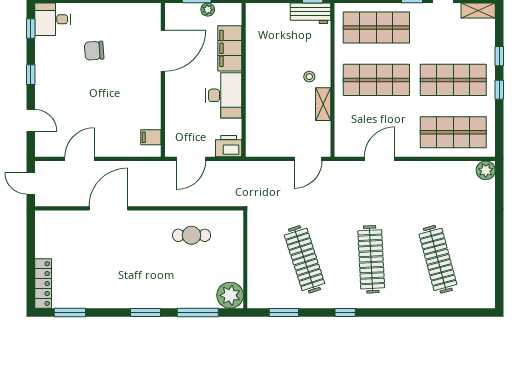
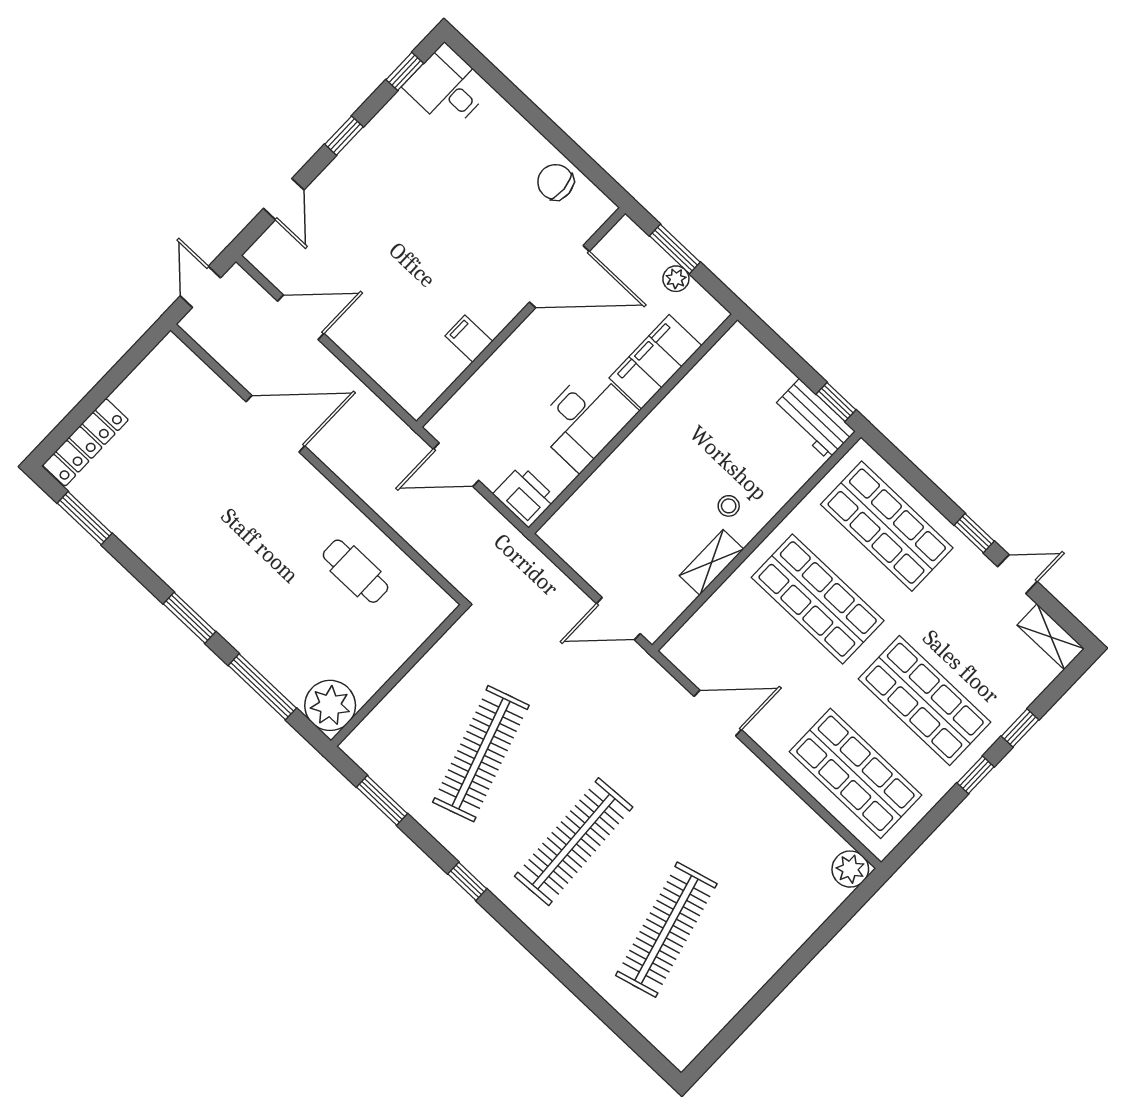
chair: (94, 51) -> (556, 182), moved
filing cabinet: (151, 137) -> (469, 339), moved

